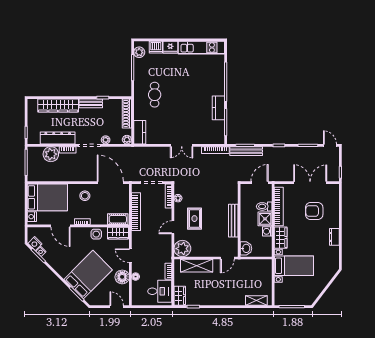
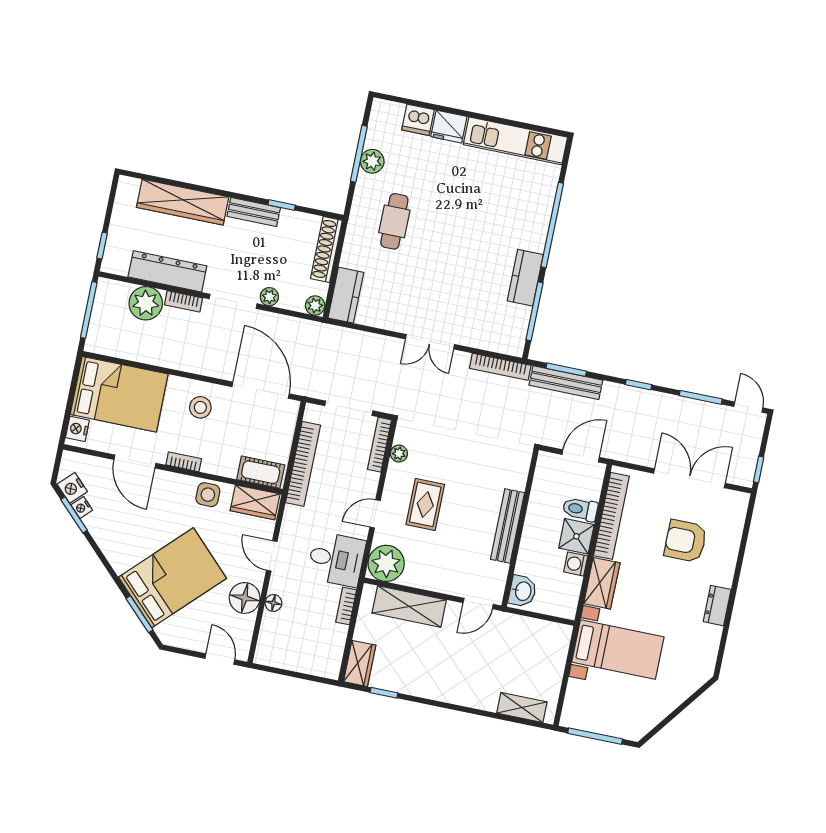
plant: (139, 52) -> (372, 161), moved
desk: (160, 291) -> (336, 559), moved

